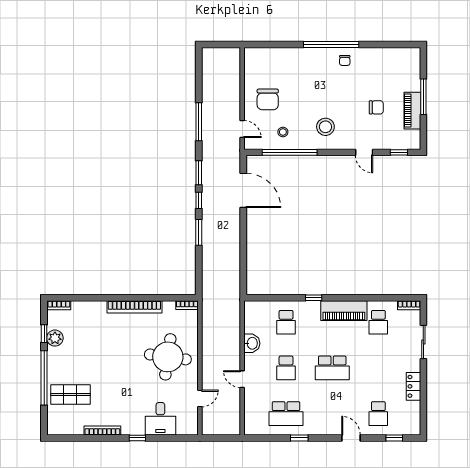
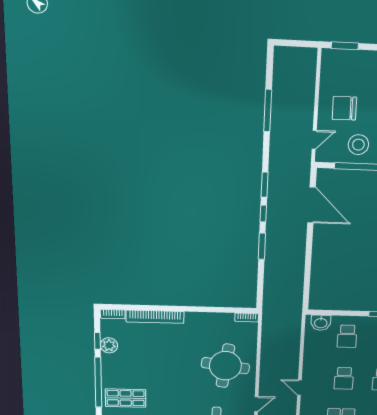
window: (264, 45) -> (345, 46), added
chair: (268, 99) -> (344, 108), turned 89
window: (199, 122) -> (268, 111), moved
door: (242, 129) -> (314, 140), hinge flipped
stool: (283, 132) -> (358, 145), width x1.89, depth x1.89
bookcase: (134, 307) -> (155, 317), moved
washbasin: (252, 343) -> (321, 323), moved, turned 90

